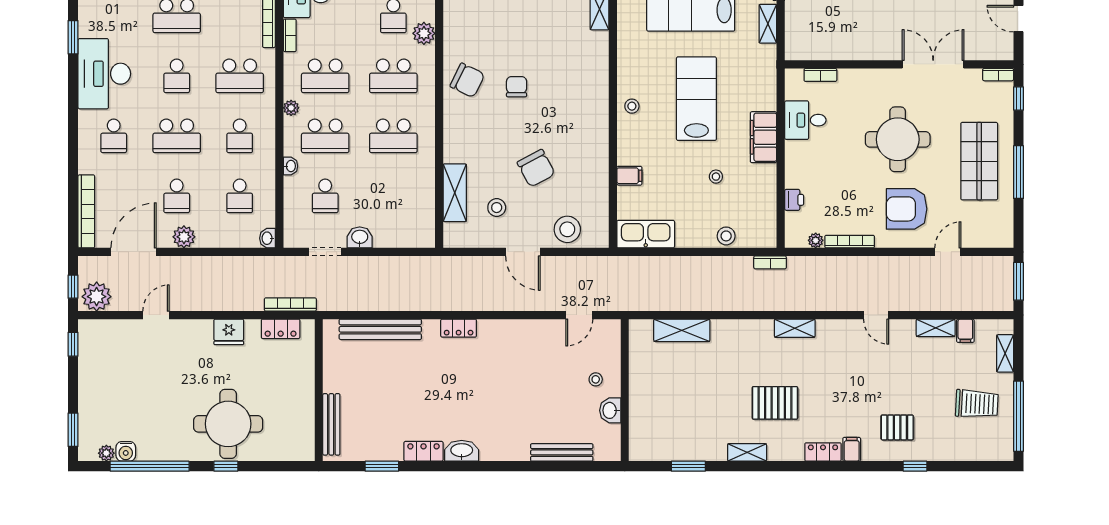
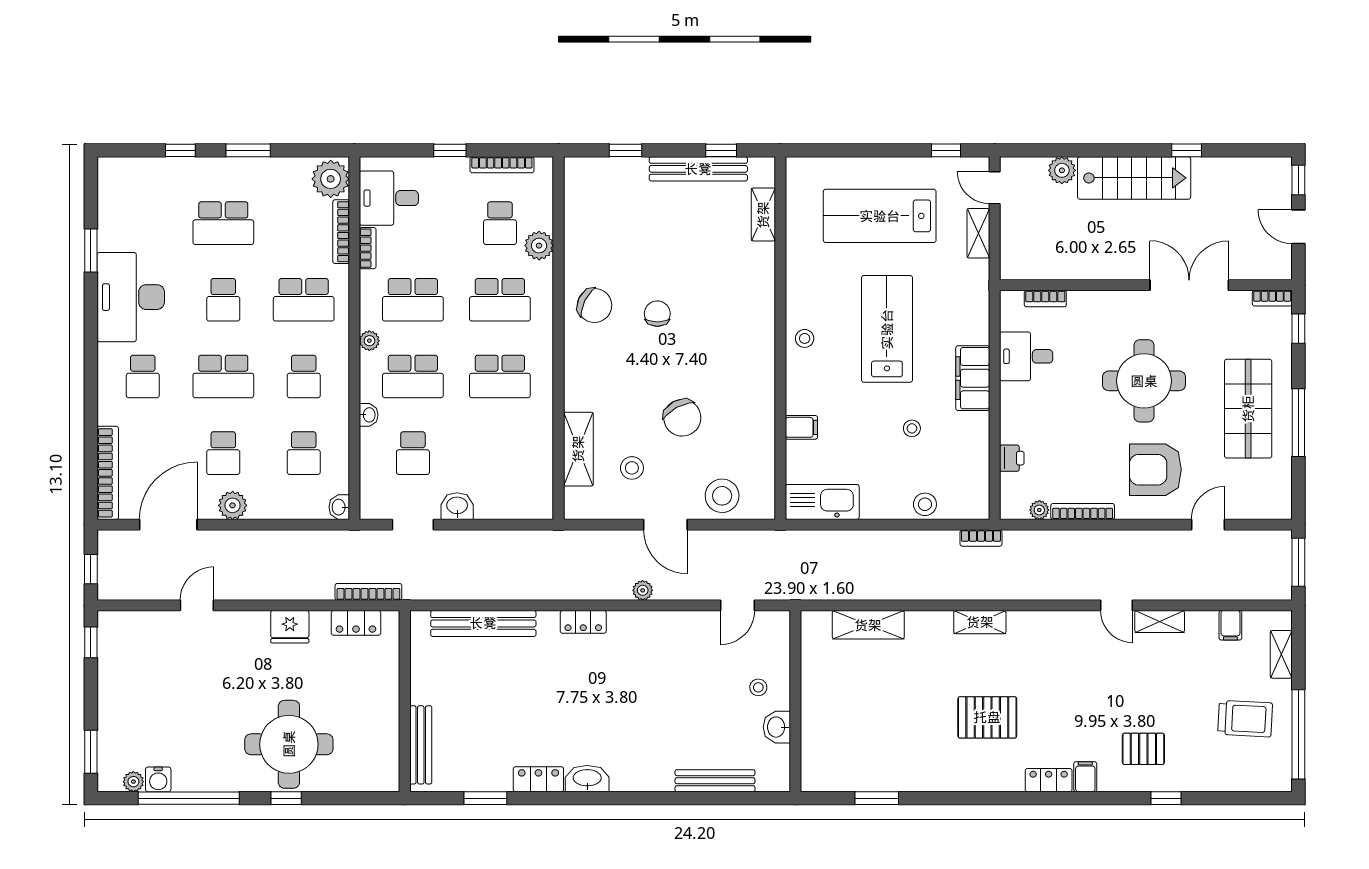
plant: (97, 297) -> (643, 590), moved, width x0.53, depth x0.53
shelving: (795, 328) -> (980, 622), moved
shelving: (936, 328) -> (1160, 622), moved
shelving: (747, 452) -> (952, 781), removed

